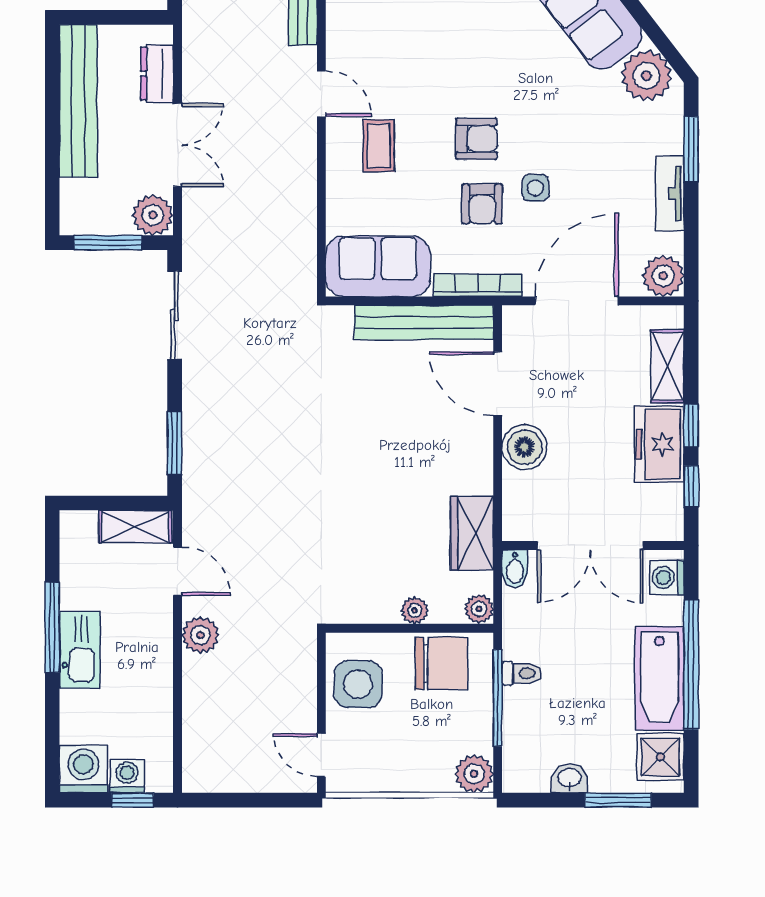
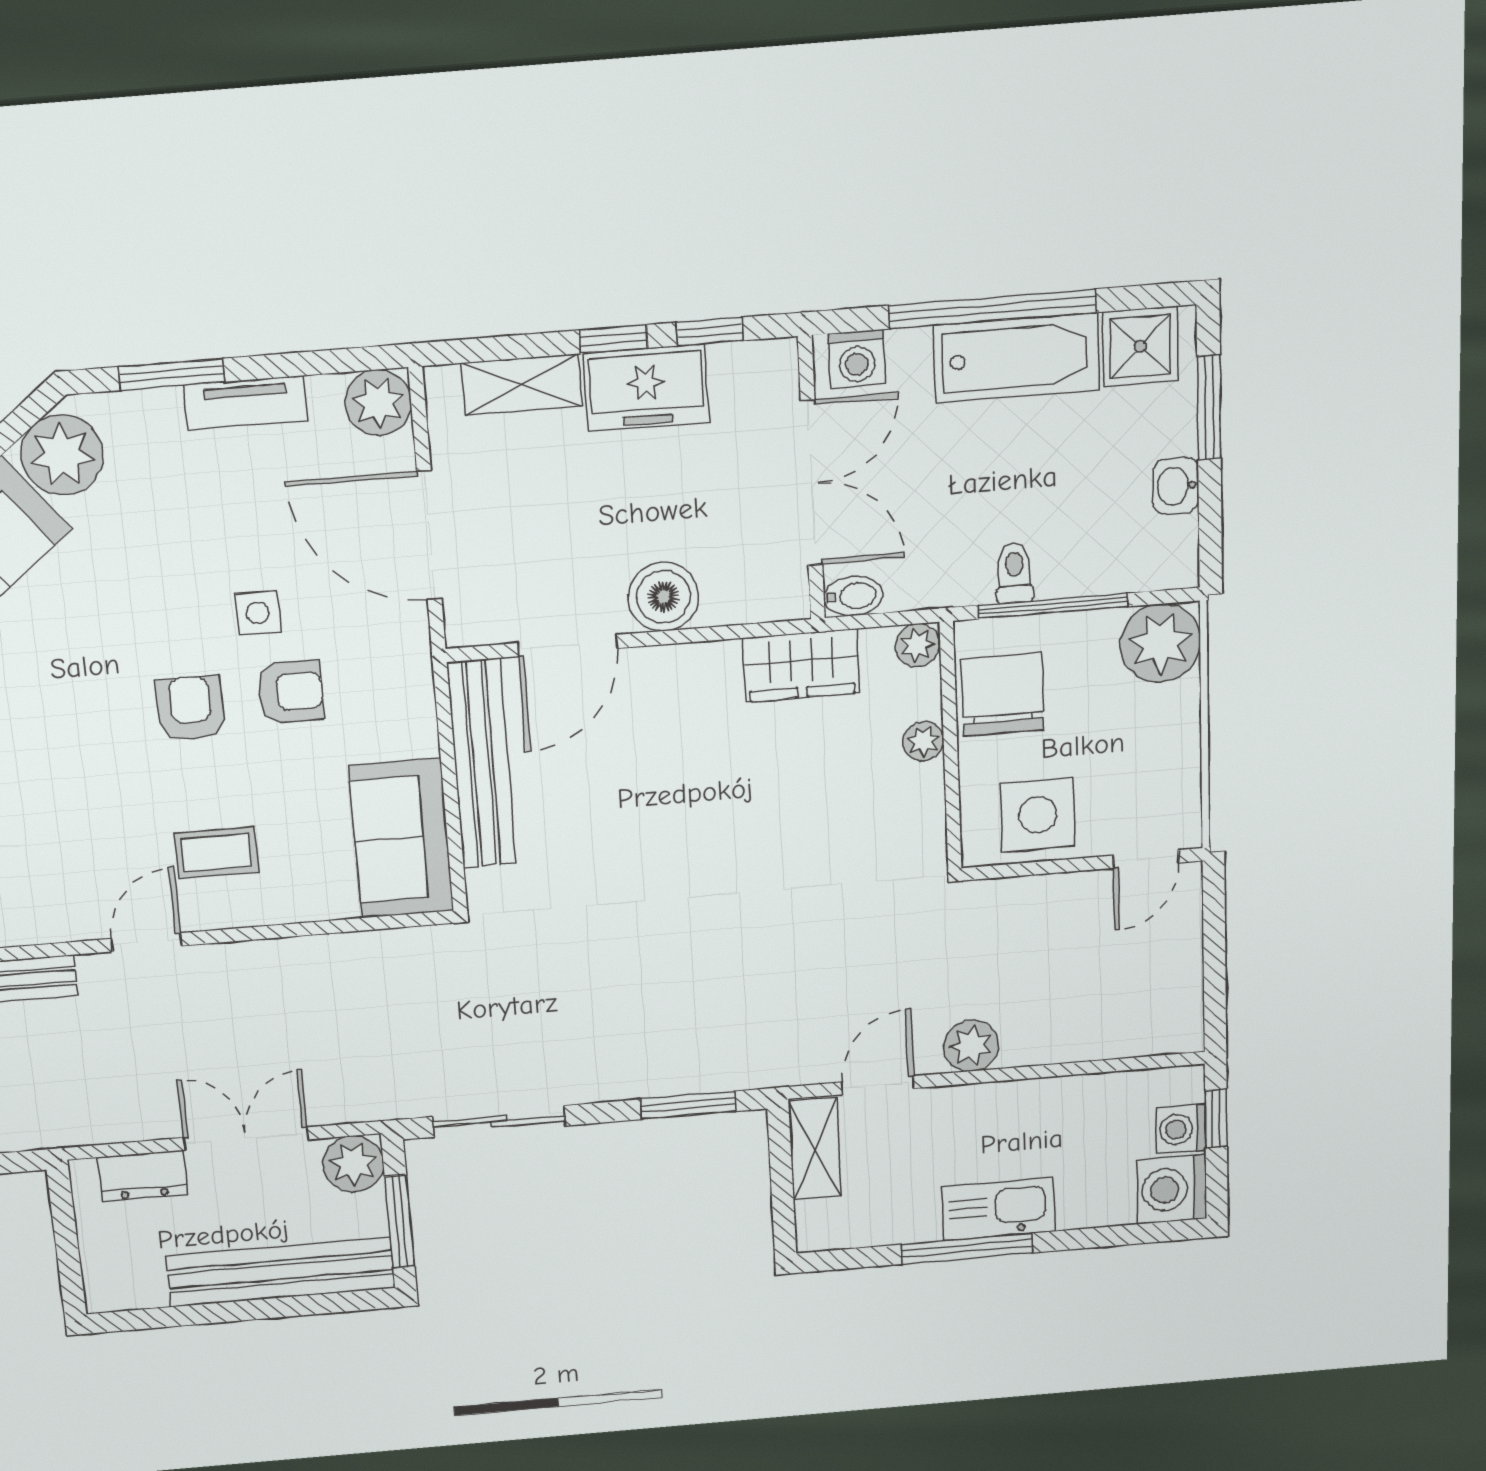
bench: (78, 101) -> (281, 1272), moved
bookcase: (478, 285) -> (417, 688), removed
plant: (474, 774) -> (1160, 643), width x1.36, depth x1.36

